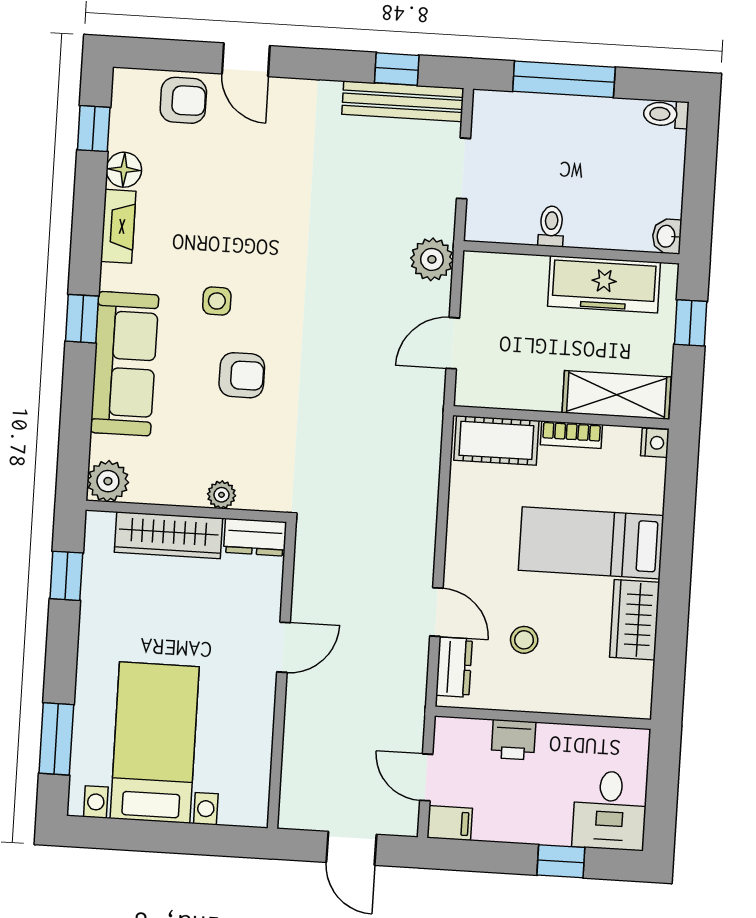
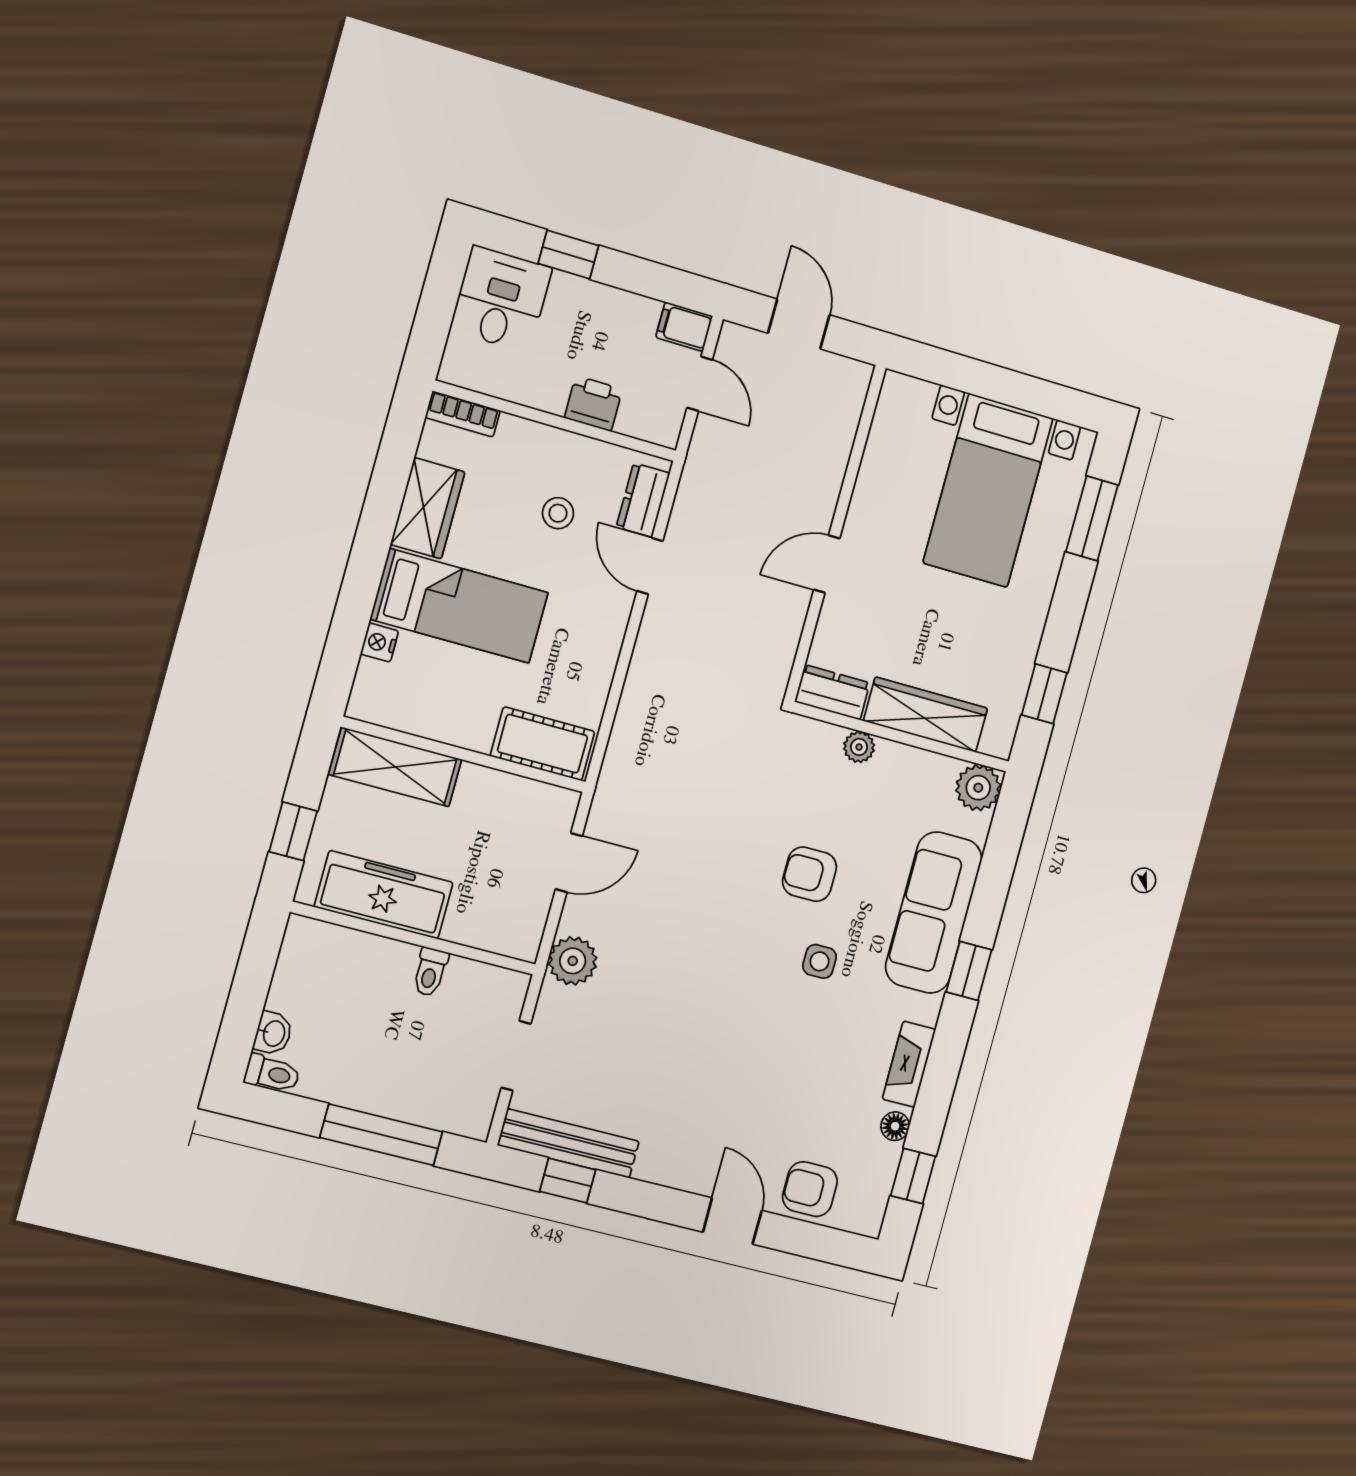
floor lamp: (124, 170) -> (895, 1126), width x0.73, depth x0.73
washbasin: (667, 236) -> (273, 1033), moved
bookcase: (571, 435) -> (463, 414), moved, turned 180
nightstand: (655, 443) -> (379, 642), moved

